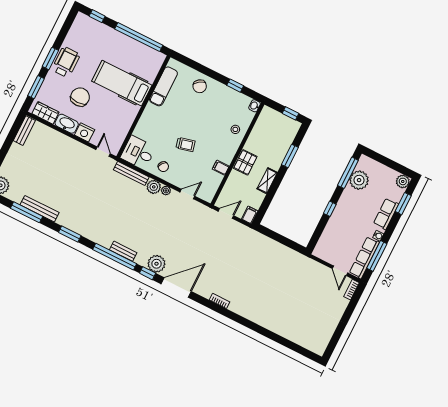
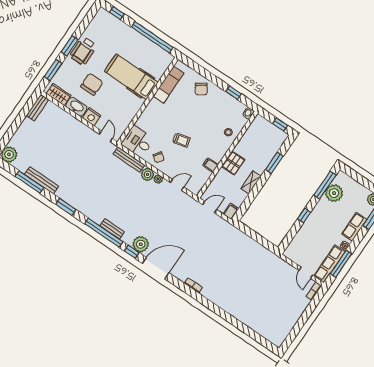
wheelchair: (66, 62) -> (83, 51), turned 180

